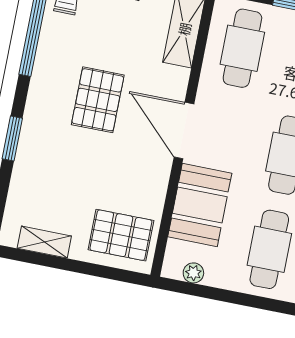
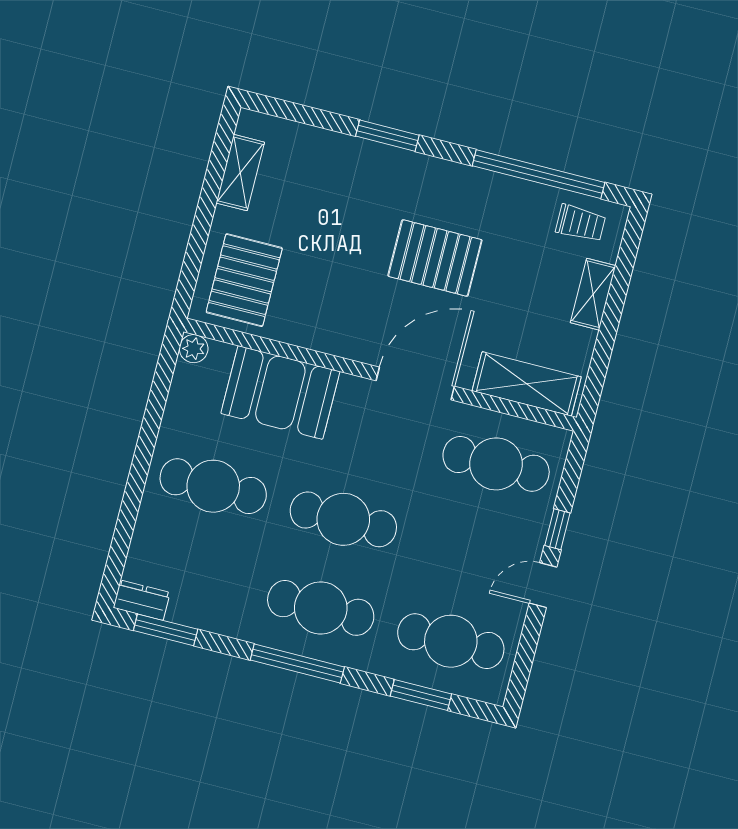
door: (184, 131) -> (415, 384), moved
plant: (193, 273) -> (194, 349), moved

